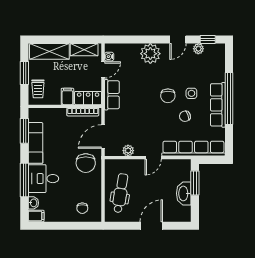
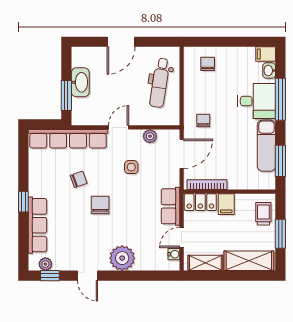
door: (178, 40) -> (88, 276), swing flipped
plant: (198, 49) -> (45, 264), moved
side table: (191, 93) -> (131, 167), moved
window: (229, 98) -> (23, 202), width x0.32
row of seats: (218, 105) -> (37, 225), moved
chair: (86, 163) -> (203, 120), width x0.54, depth x0.54

